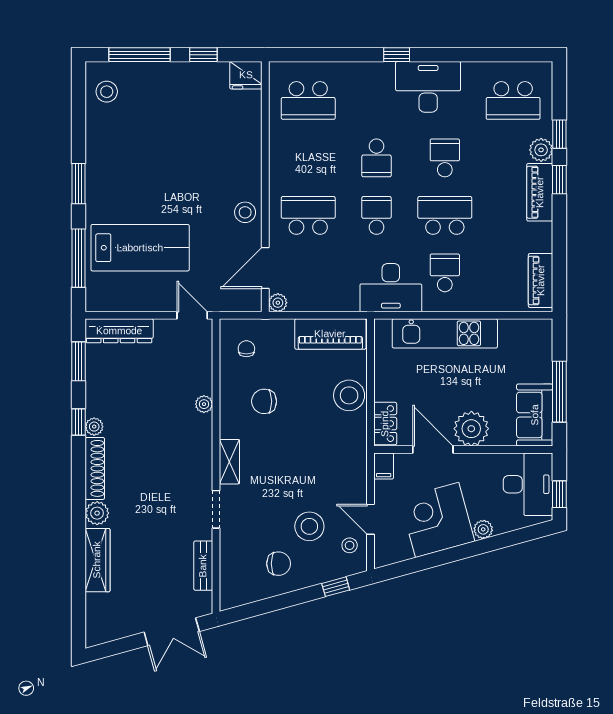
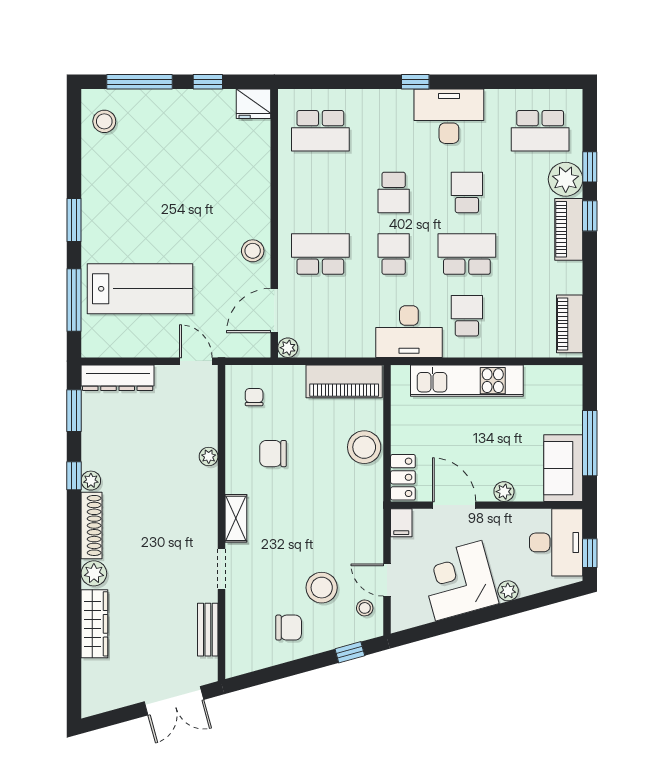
plant: (541, 150) -> (566, 179), width x1.36, depth x1.36
plant: (471, 429) -> (504, 492), width x0.53, depth x0.53

